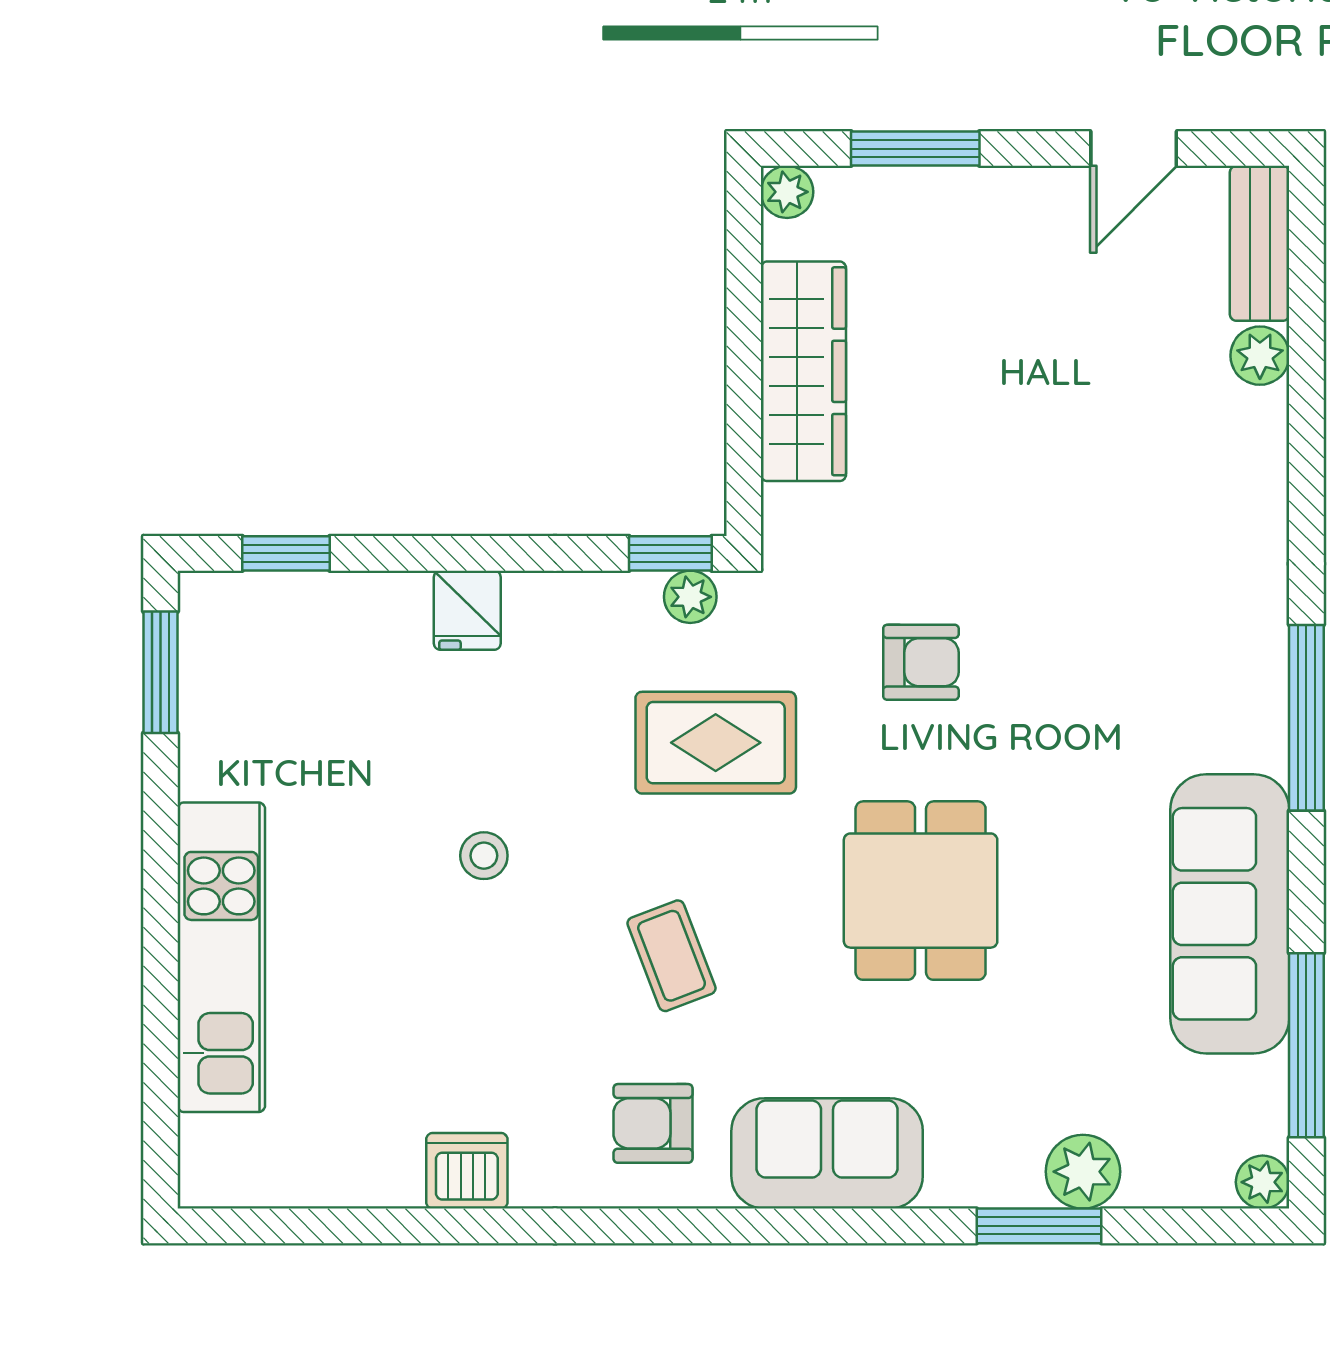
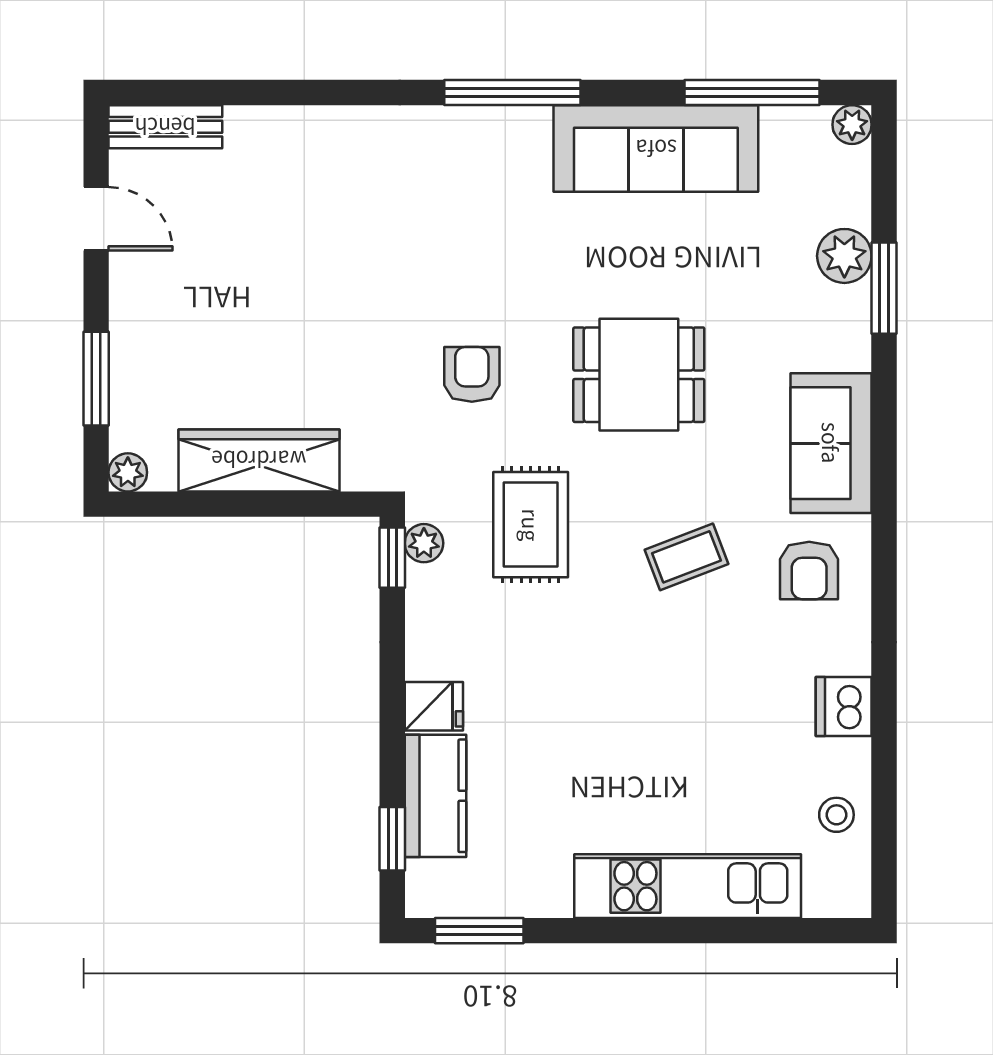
plant: (1260, 356) -> (248, 127), removed
kitchen counter: (345, 612) -> (435, 796), added
stool: (484, 856) -> (836, 815), moved

